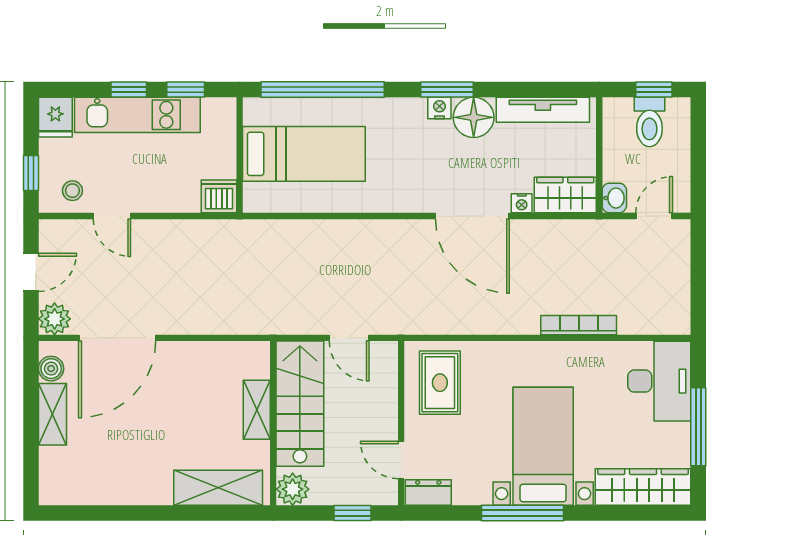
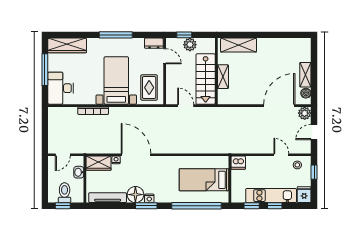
washbasin: (614, 198) -> (79, 172), moved
bed with nightstands: (543, 446) -> (116, 81), moved, turned 180
plant: (293, 489) -> (190, 45), moved

